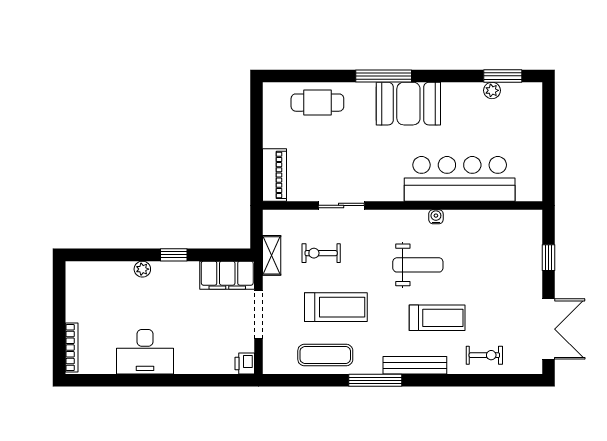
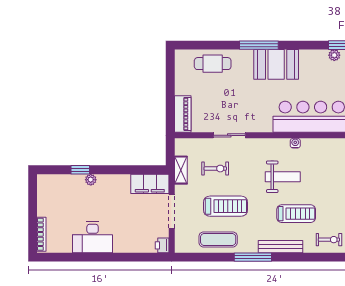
exercise bike: (321, 253) -> (215, 169), turned 180
window: (174, 255) -> (80, 170), moved

